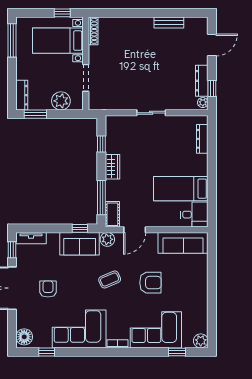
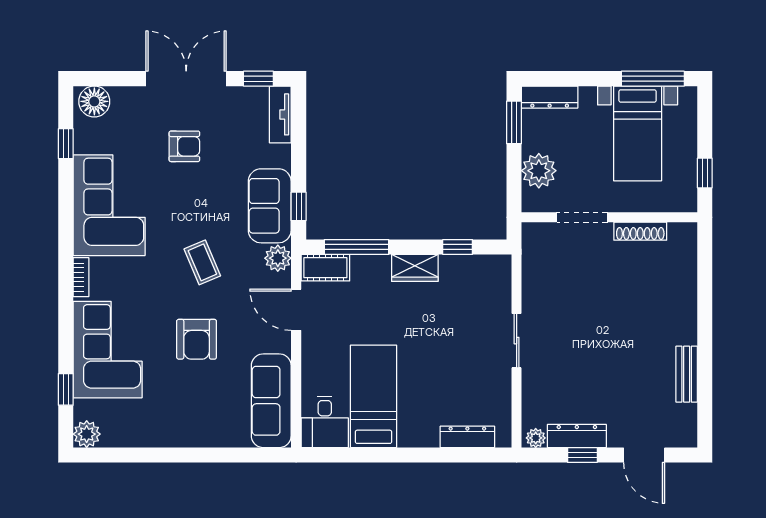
shoe rack: (93, 31) -> (640, 231), moved
bed with nightstands: (58, 41) -> (638, 133), moved, turned 180
window: (212, 89) -> (582, 455), moved

